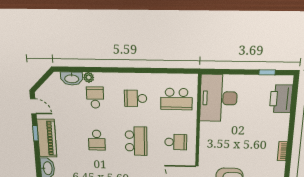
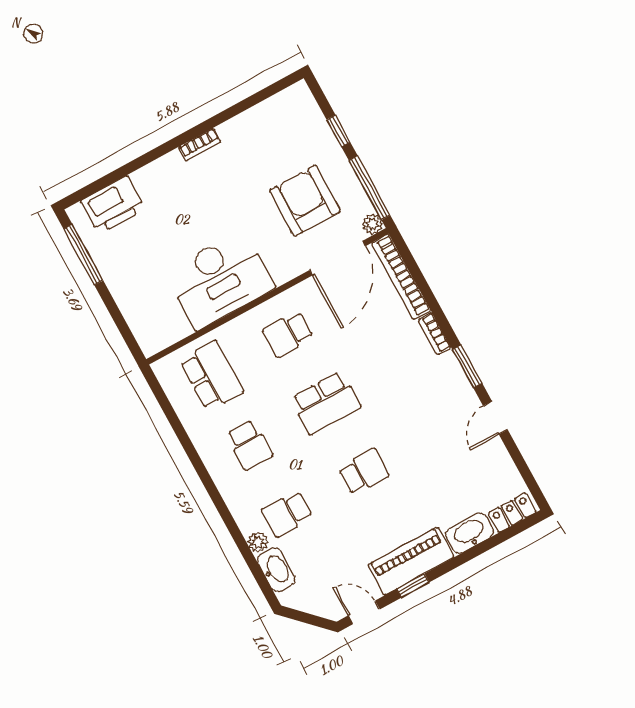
window: (267, 72) -> (83, 255), width x2.17
desk: (219, 98) -> (220, 280), moved
door: (33, 106) -> (364, 612), hinge flipped
school desk: (136, 141) -> (326, 403), turned 180
school desk: (176, 142) -> (288, 334), turned -90

